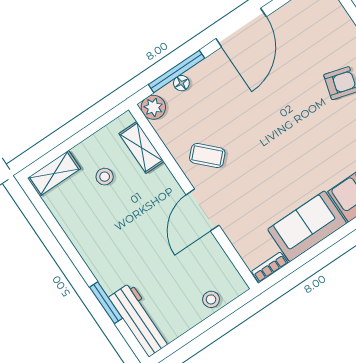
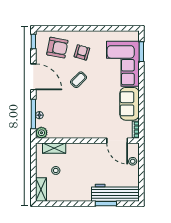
armchair: (320, 35) -> (57, 48), added
coffee table: (207, 156) -> (79, 80), moved
door: (203, 210) -> (117, 141), moved
workbench: (140, 320) -> (115, 193), width x1.36, depth x1.32

